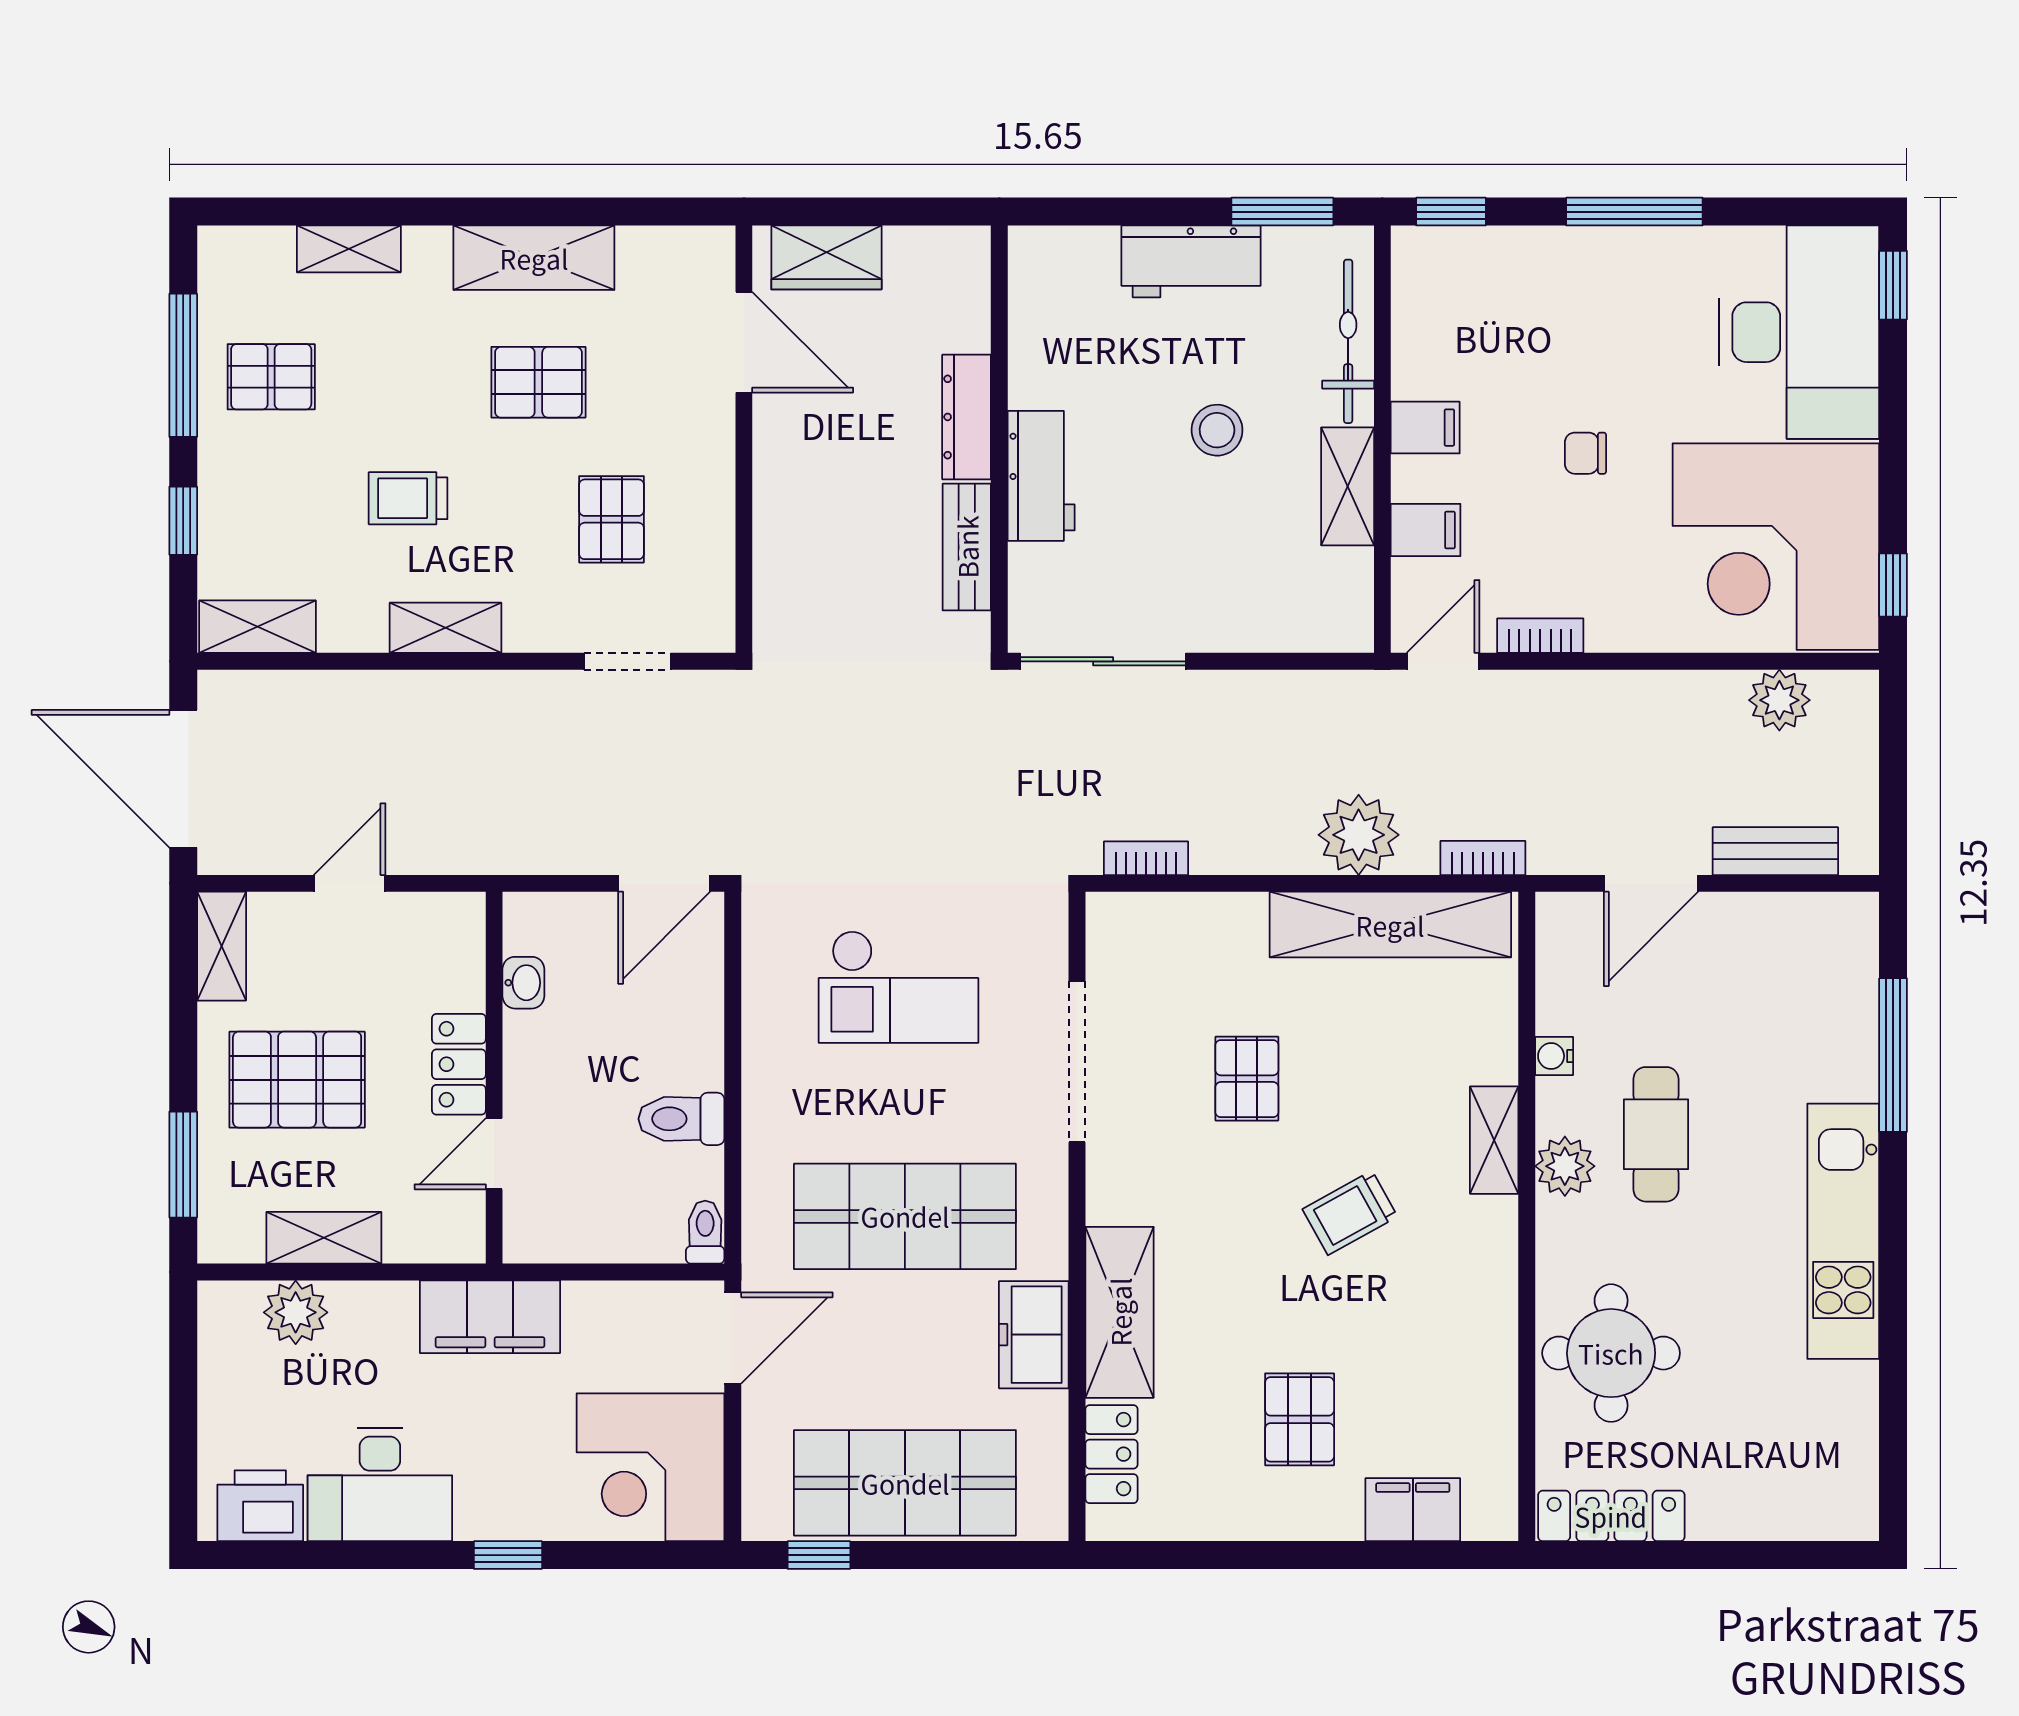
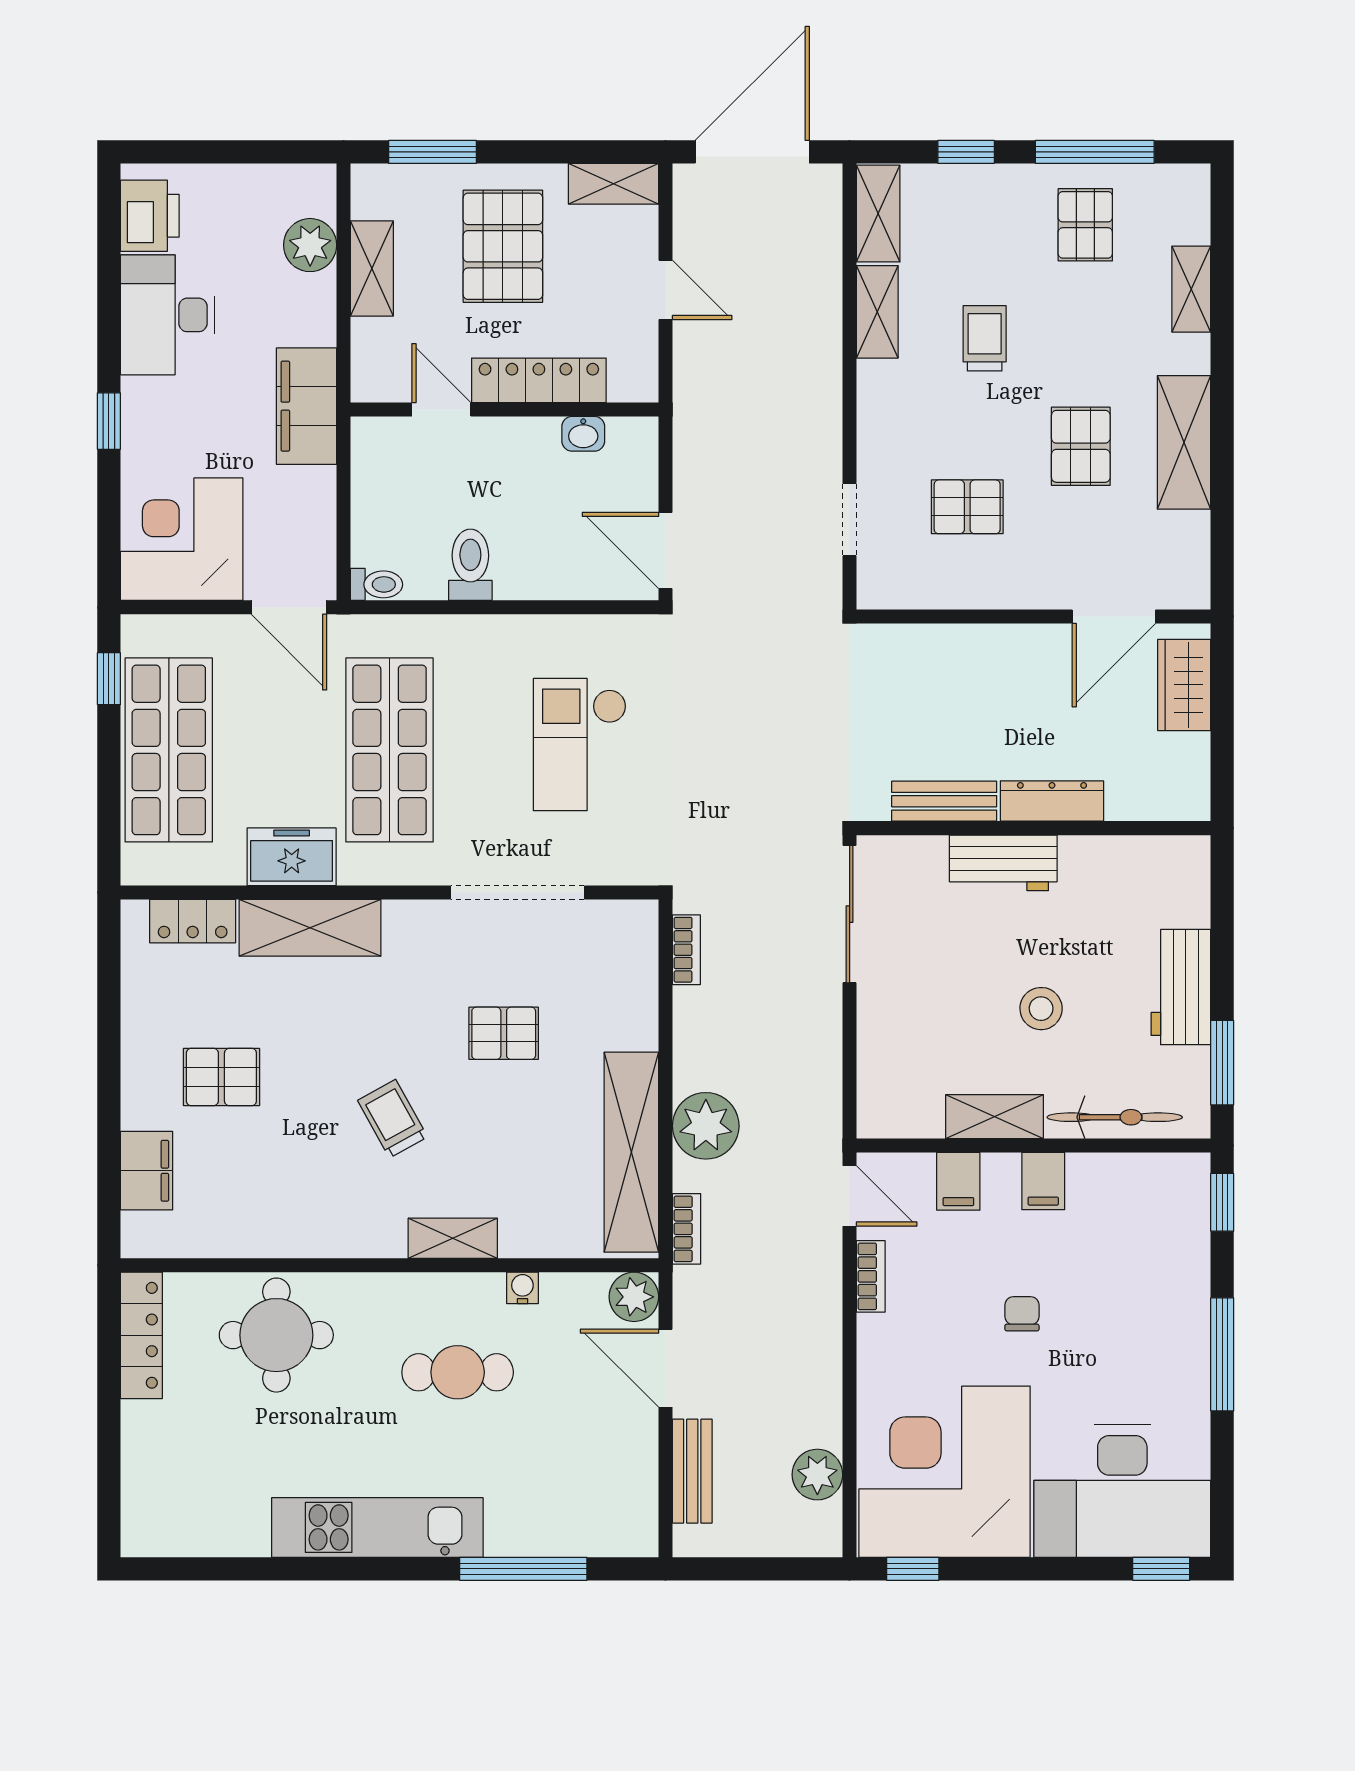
shelving: (445, 628) -> (877, 312), moved
locker: (459, 1064) -> (539, 380), width x1.53
plant: (1565, 1166) -> (634, 1297), moved

